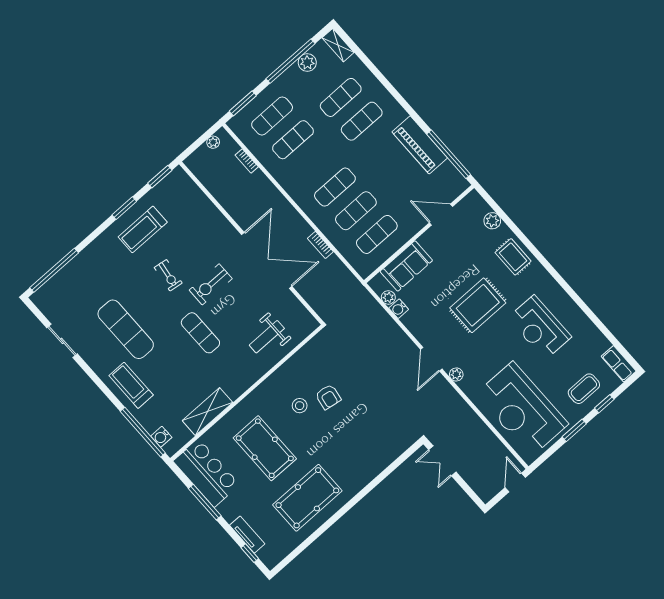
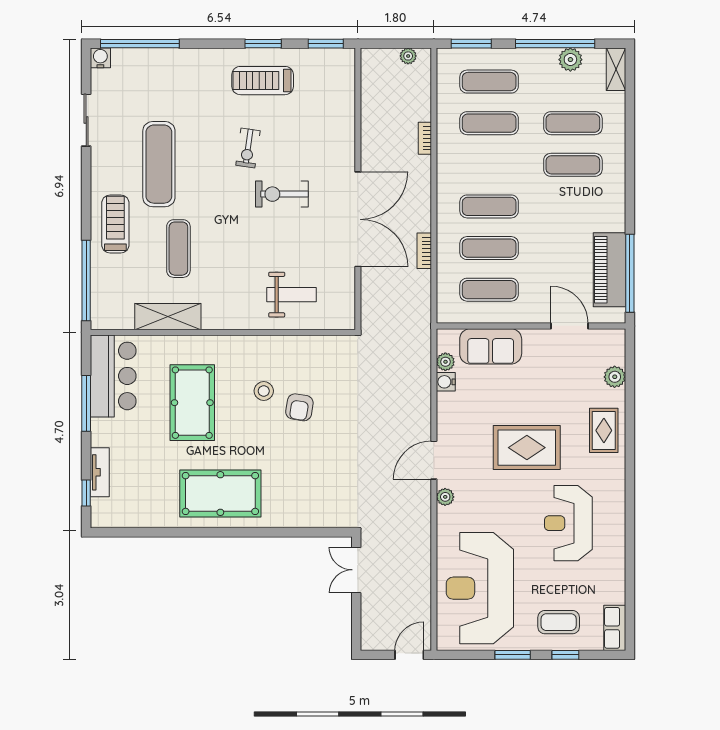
piano: (420, 145) -> (609, 270), moved
bookcase: (247, 161) -> (425, 138), moved
exercise mat: (200, 333) -> (178, 249), moved
weight bench: (267, 337) -> (292, 295), turned 180
water cooler: (161, 437) -> (100, 58), moved, turned 90
pool table: (307, 498) -> (220, 494), moved

